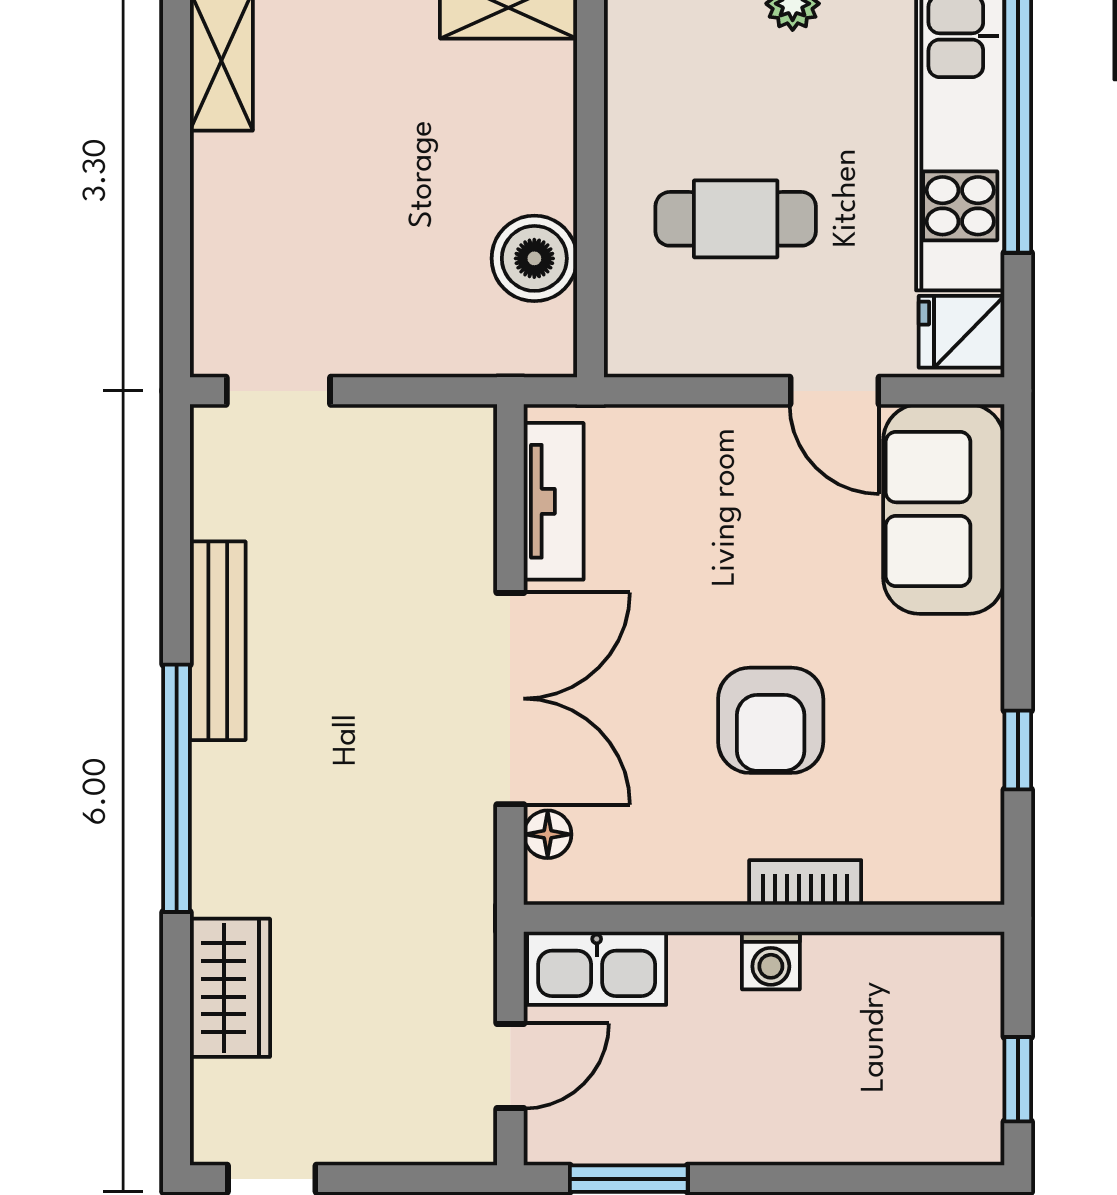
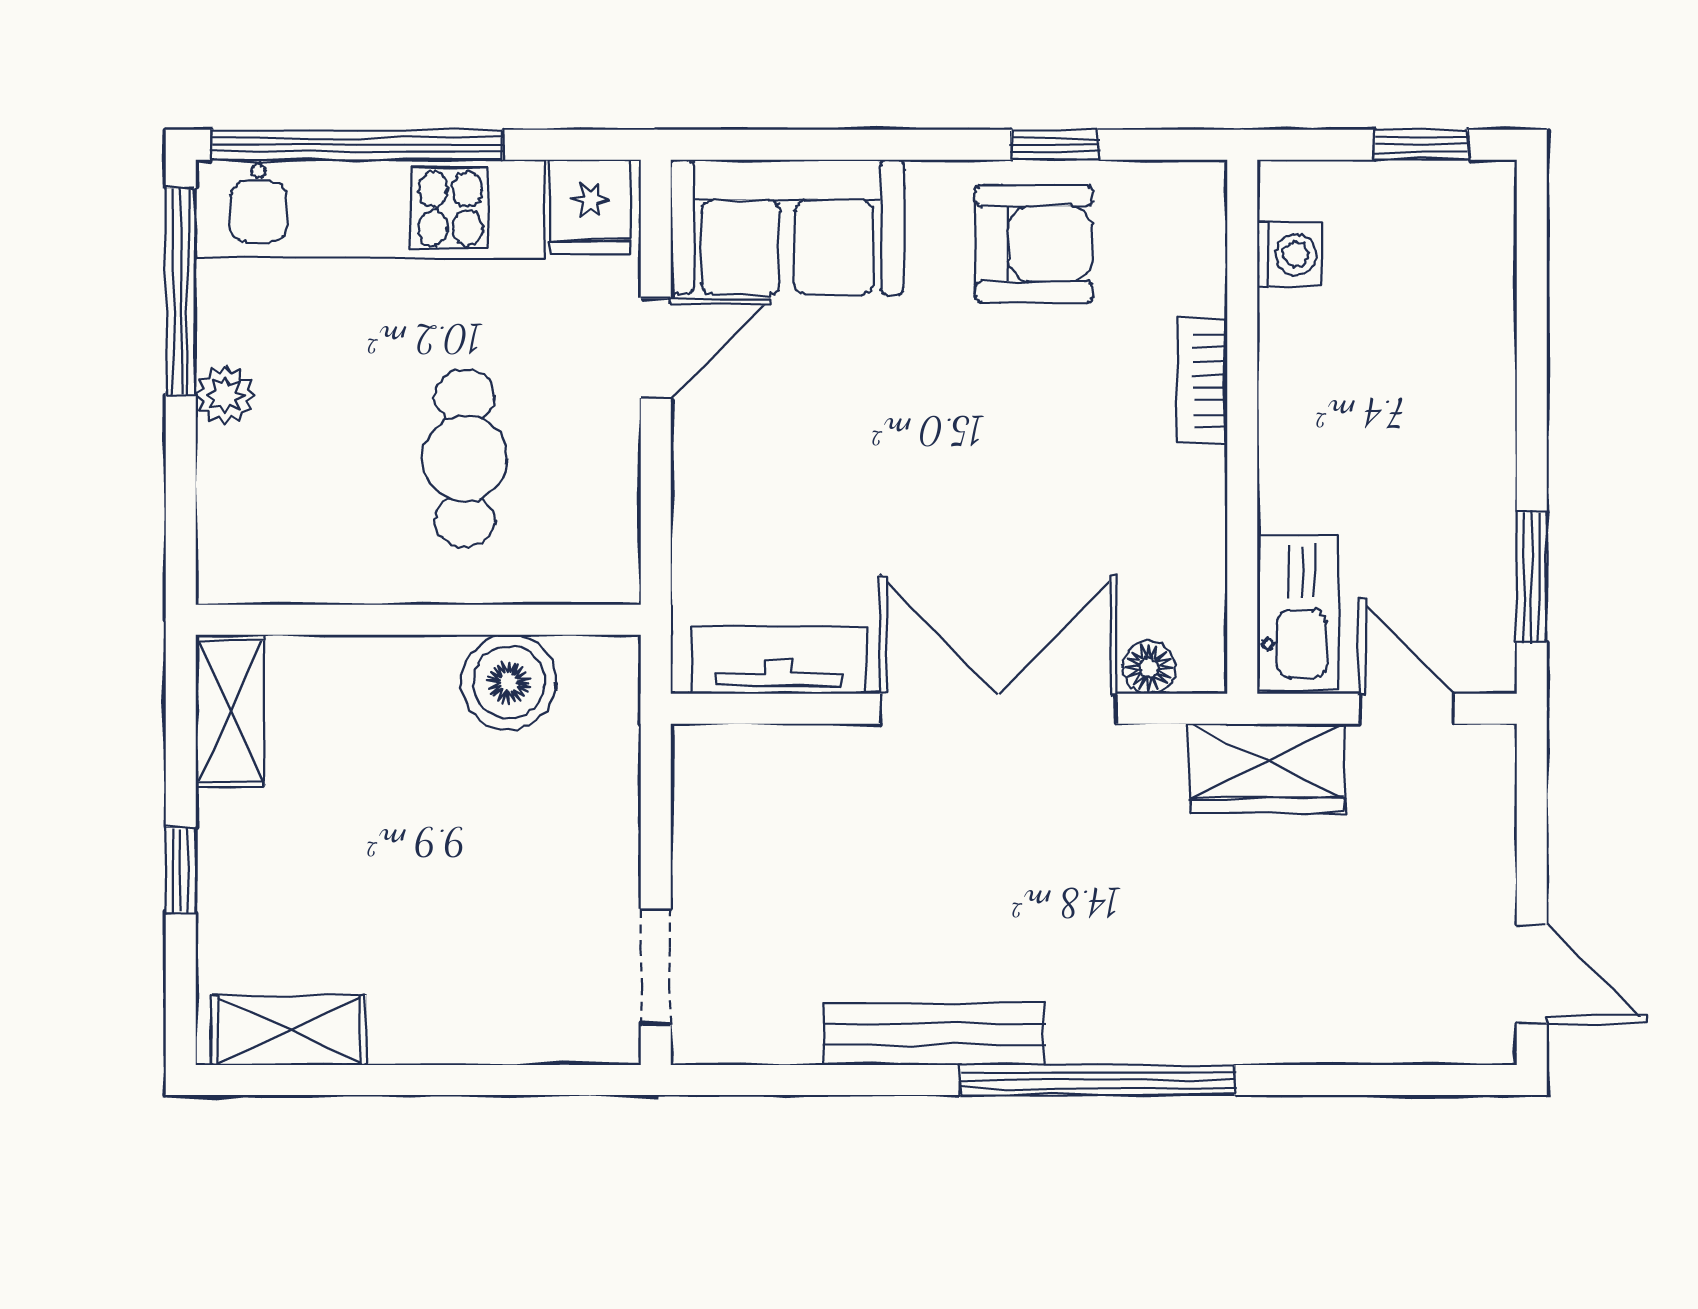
armchair: (771, 720) -> (1034, 244), moved
washing machine: (771, 961) -> (1289, 254), moved
wardrobe: (230, 988) -> (1267, 768), moved, turned 180

